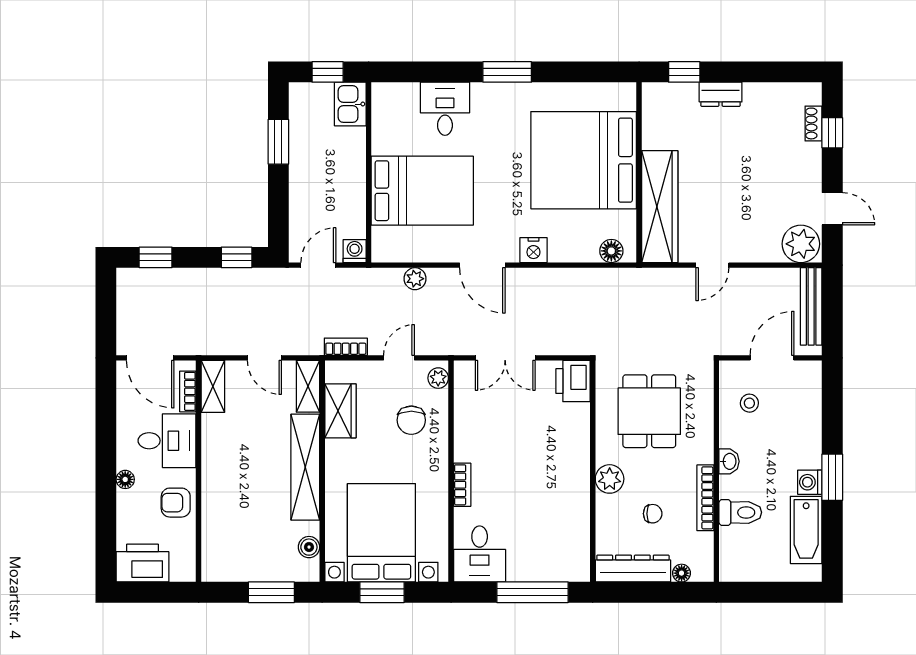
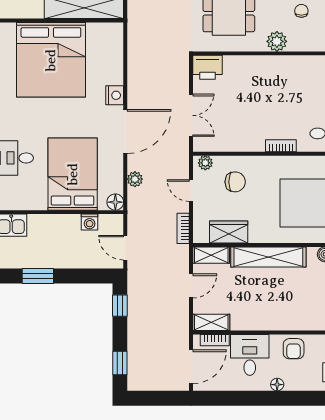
washing machine: (355, 251) -> (90, 222), moved, turned -90
floor lamp: (611, 251) -> (115, 202), moved
door: (482, 265) -> (125, 132), width x1.36

